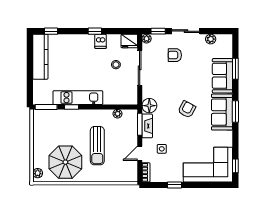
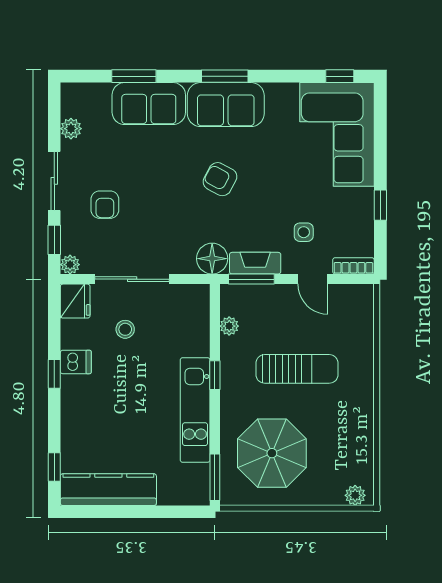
window: (72, 107) -> (215, 375), moved
parasol: (65, 162) -> (272, 453), moved

